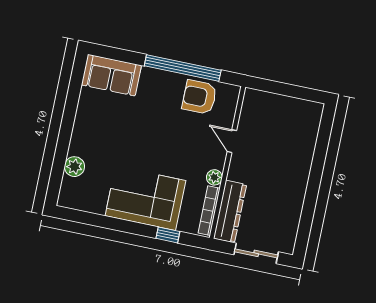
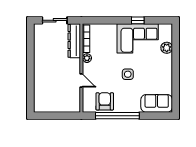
armchair: (199, 97) -> (105, 101), turned -90
side table: (150, 135) -> (128, 74), added
corner sofa: (146, 198) -> (138, 38), moved
window: (168, 235) -> (138, 20), moved

